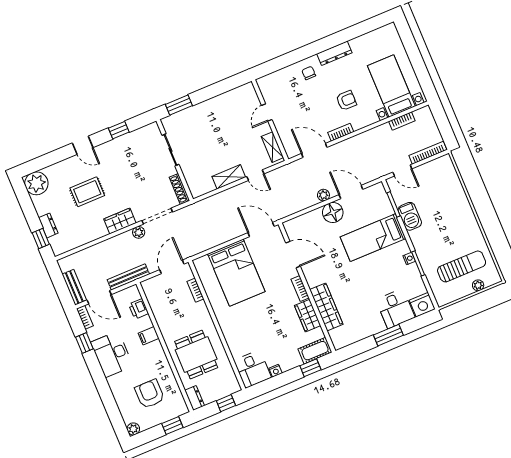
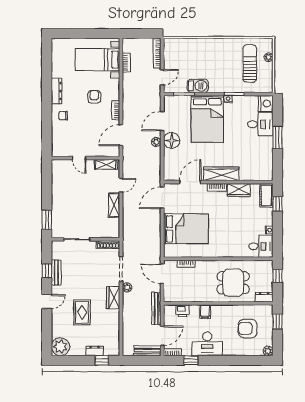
bench: (121, 142) -> (56, 273), added
bed: (373, 238) -> (207, 119), width x1.50
wardrobe: (326, 307) -> (221, 174), moved

